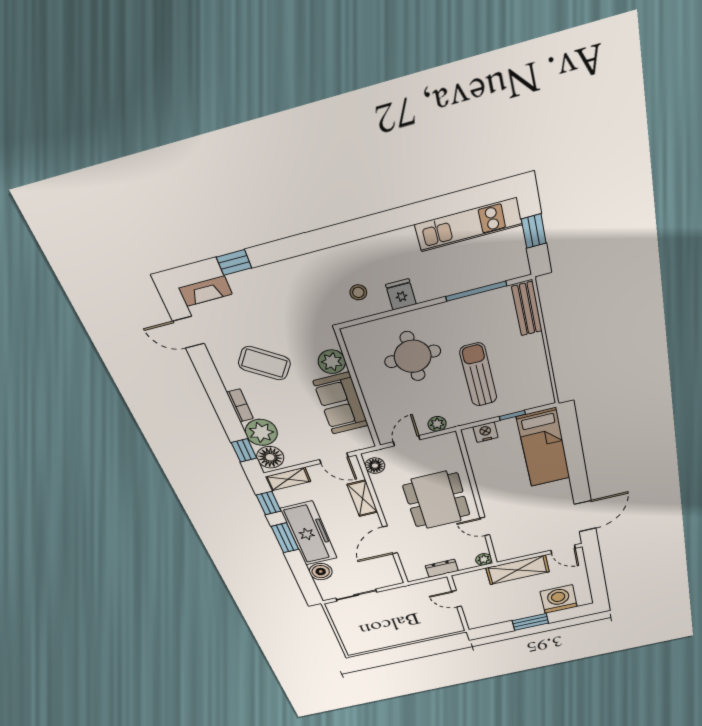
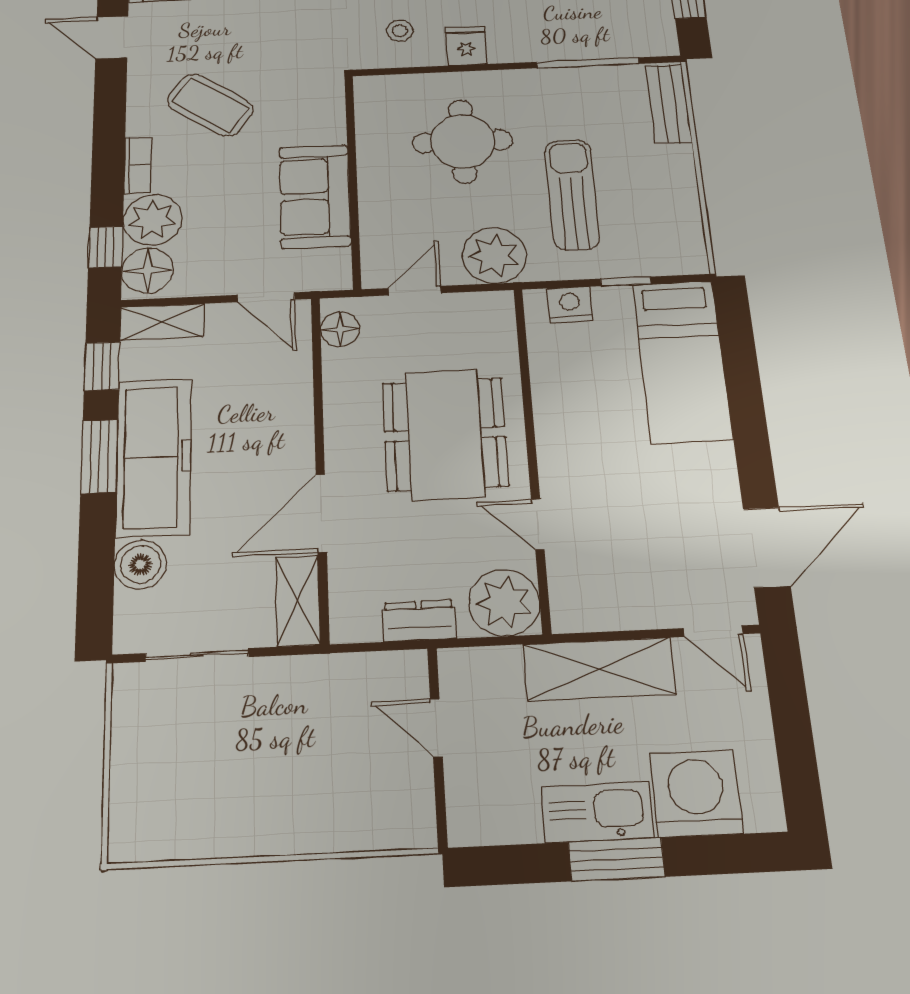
plant: (332, 362) -> (323, 124), removed
plant: (437, 424) -> (494, 256), width x1.87, depth x1.87
shelving: (362, 498) -> (298, 601), moved
plant: (484, 559) -> (504, 603), width x1.87, depth x1.87
kitchen sink: (522, 611) -> (597, 812), added

